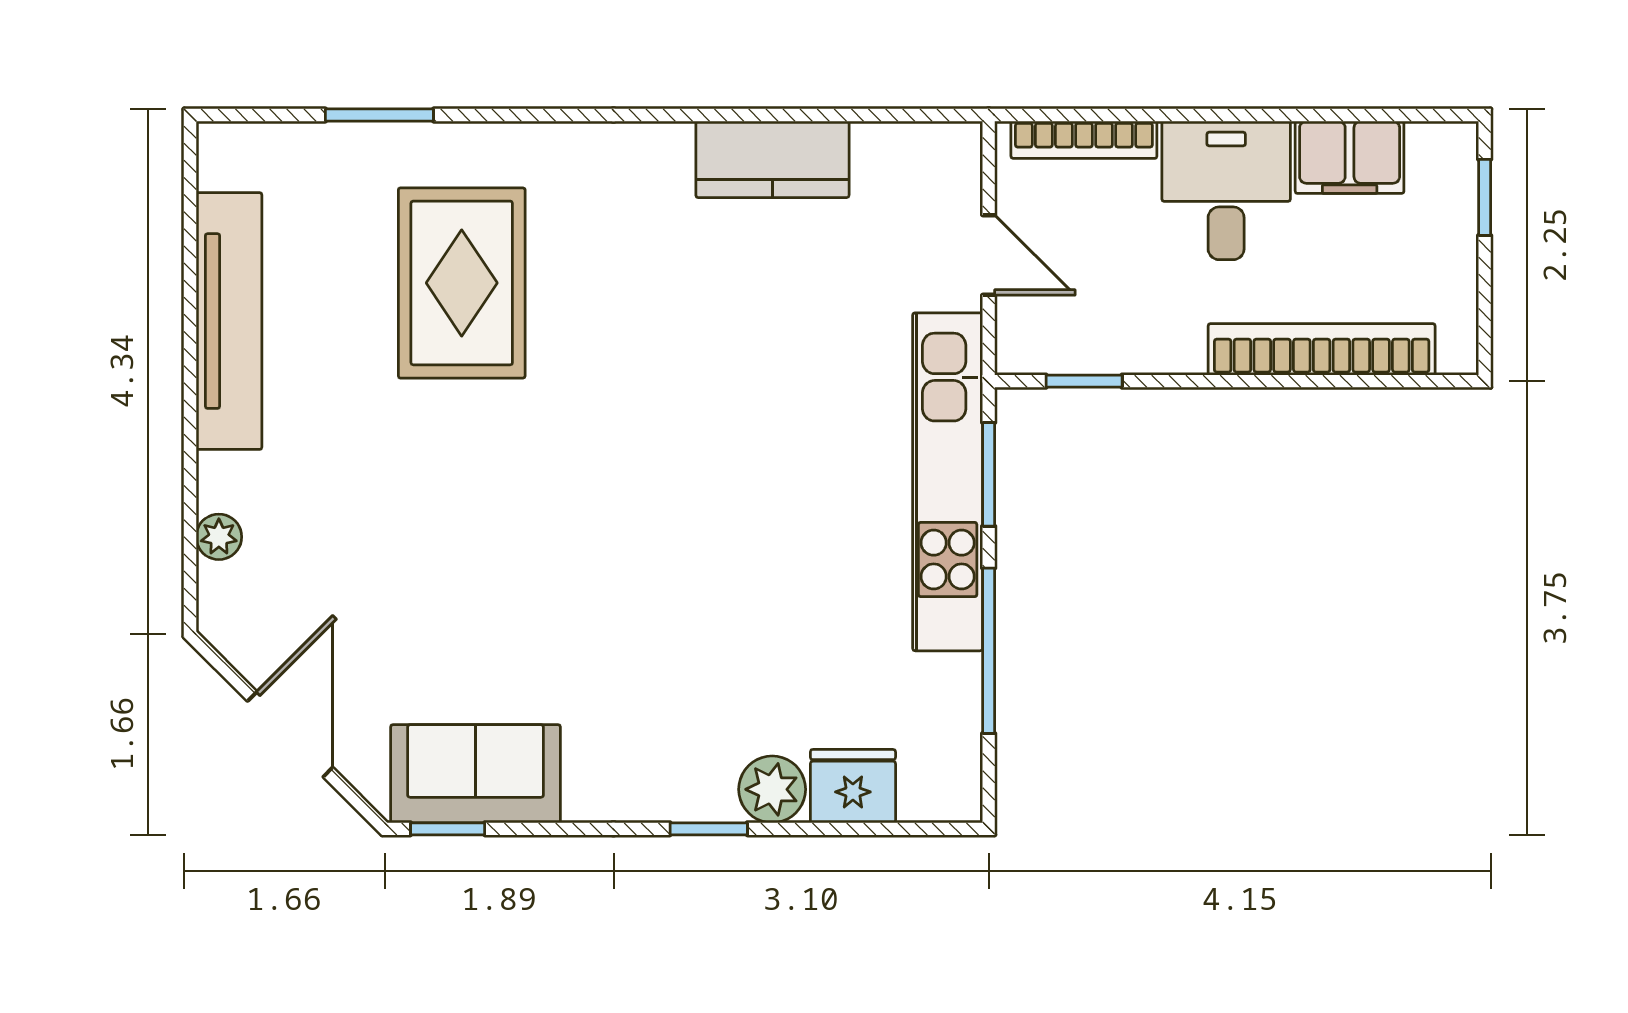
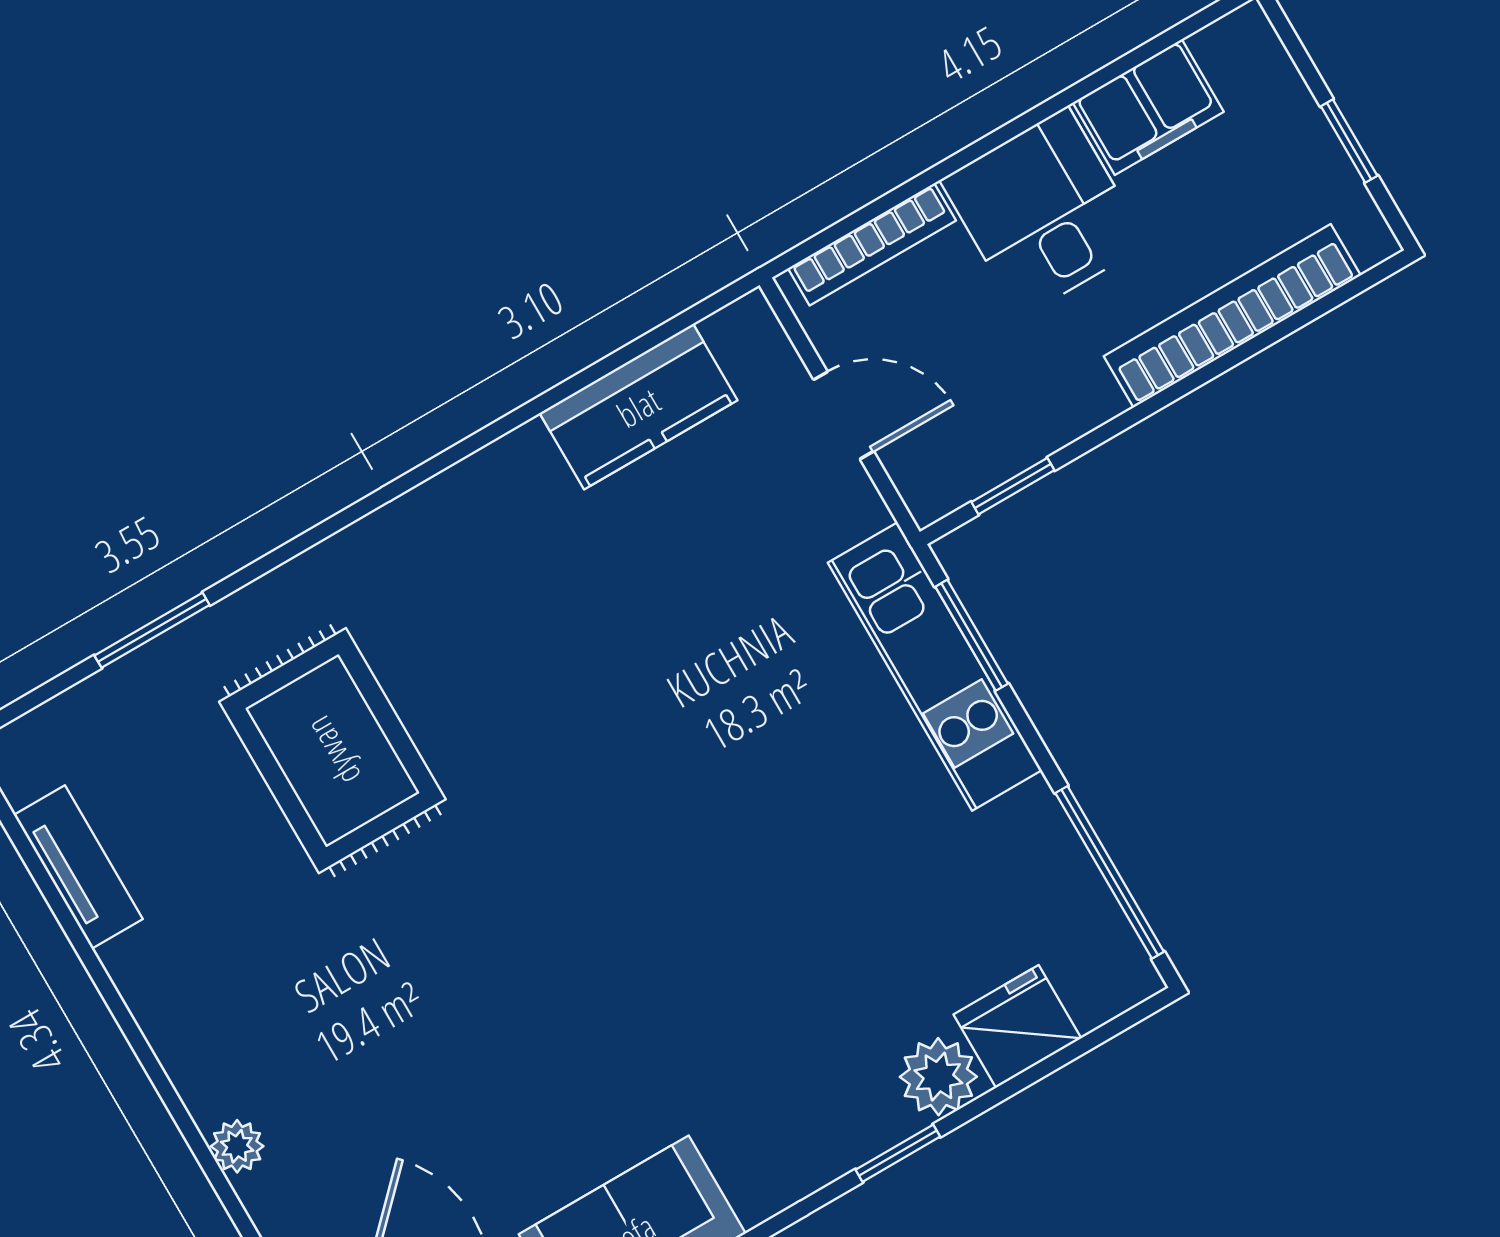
kitchen counter: (772, 159) -> (638, 407), moved
window: (1485, 197) -> (1349, 141), moved
tv unit: (229, 321) -> (78, 867), width x0.52, depth x0.78
kitchen unit: (948, 482) -> (935, 666), width x0.73
window: (989, 651) -> (1110, 872), moved

